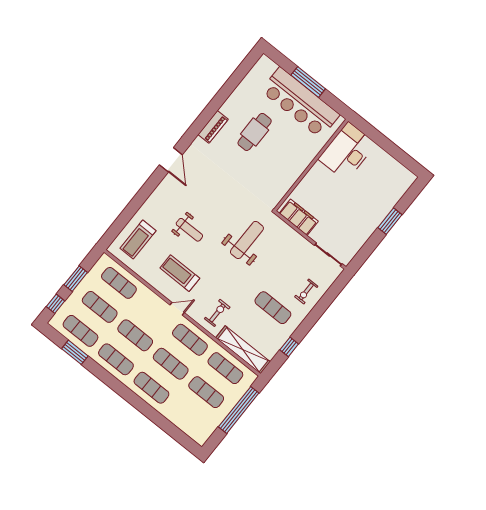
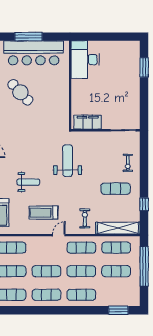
cafe table: (255, 132) -> (20, 92), turned -43
window: (390, 221) -> (144, 67), moved
window: (75, 352) -> (118, 310), moved

